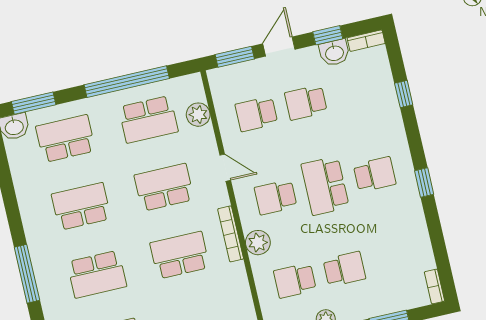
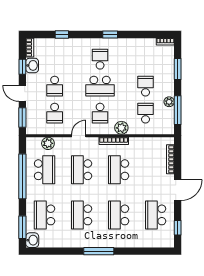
window: (27, 274) -> (99, 251), moved
school desk: (97, 274) -> (119, 215), turned 180
school desk: (295, 281) -> (145, 113), turned 180

